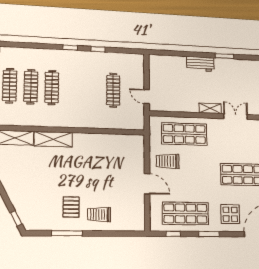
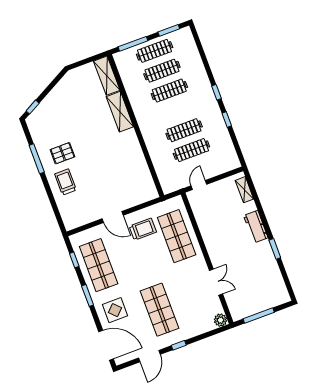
clothes rail: (93, 89) -> (184, 130), added
shelving: (210, 108) -> (244, 190), moved
trolley: (168, 161) -> (143, 229), turned 90
door: (147, 184) -> (113, 217), hinge flipped

